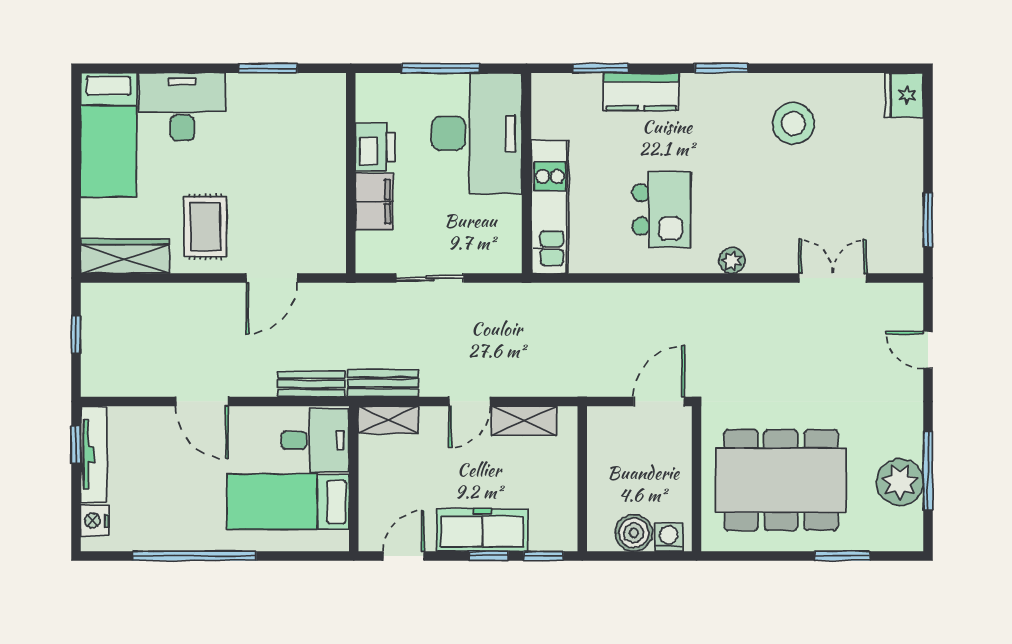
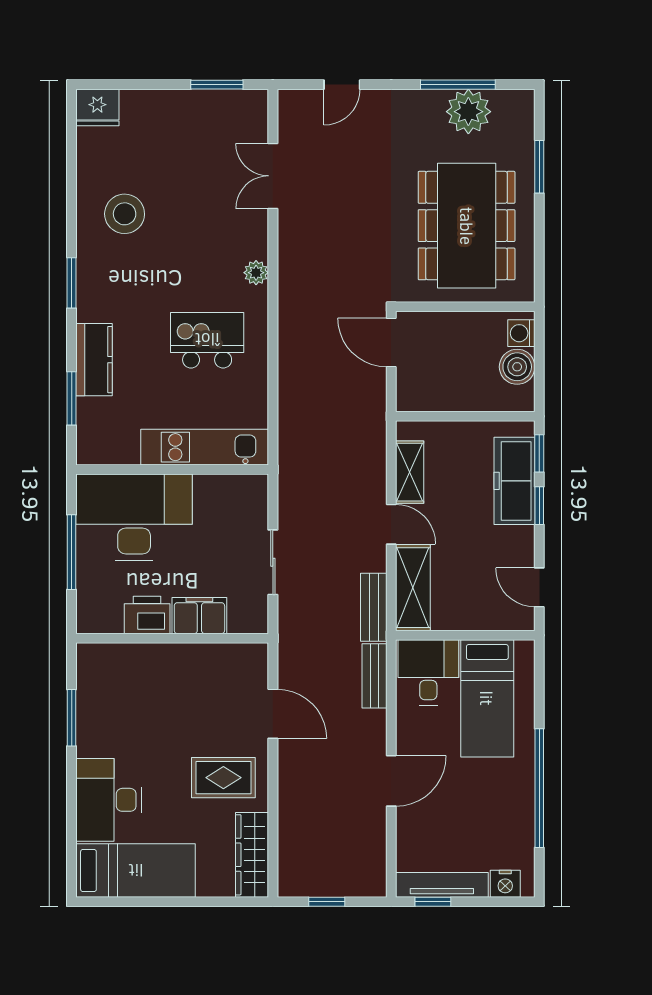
shelving: (388, 420) -> (413, 588), width x1.50, depth x1.33
freezer: (482, 530) -> (515, 481), moved

